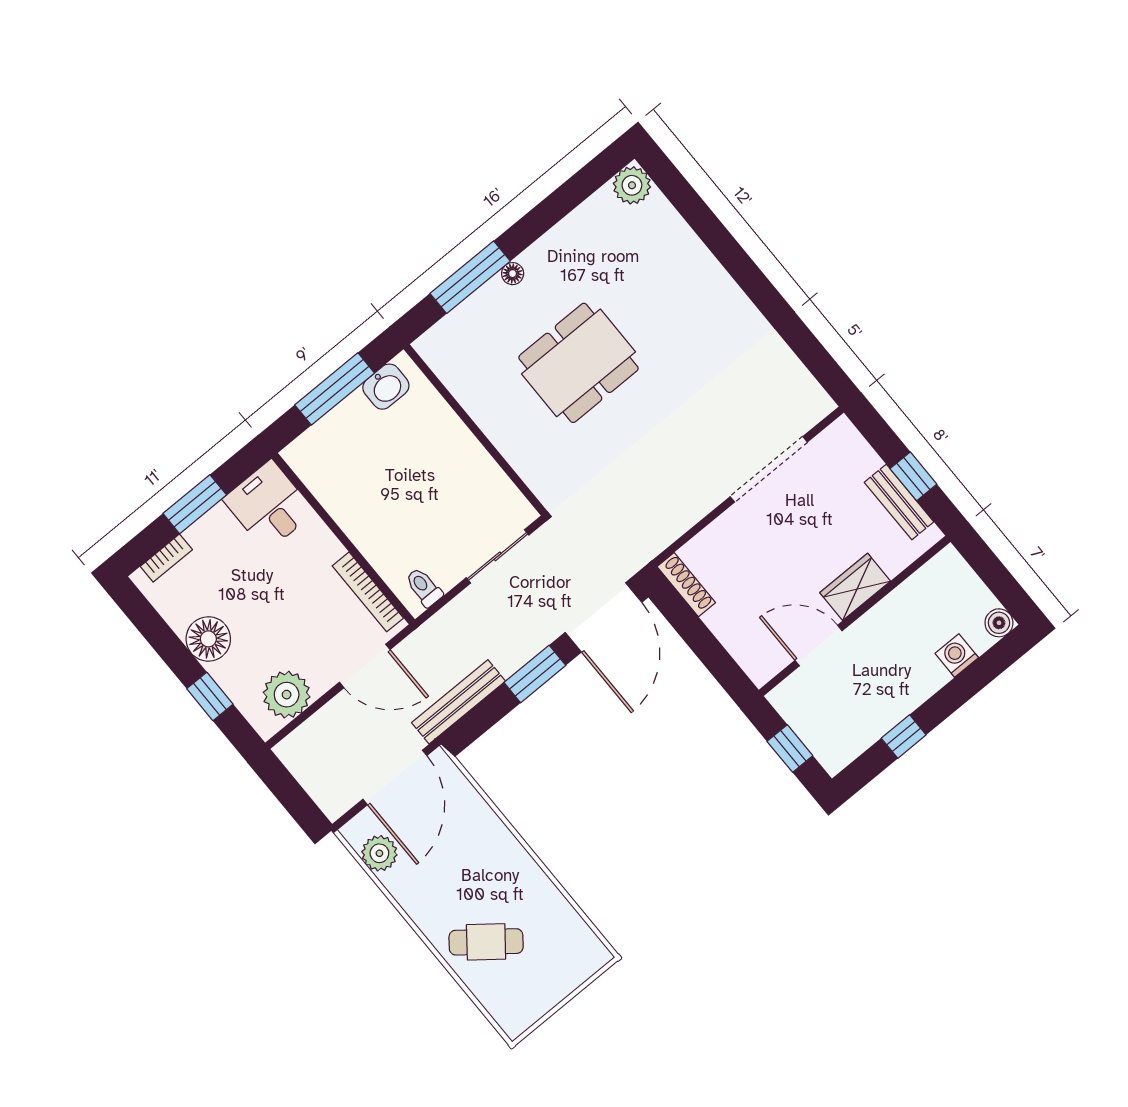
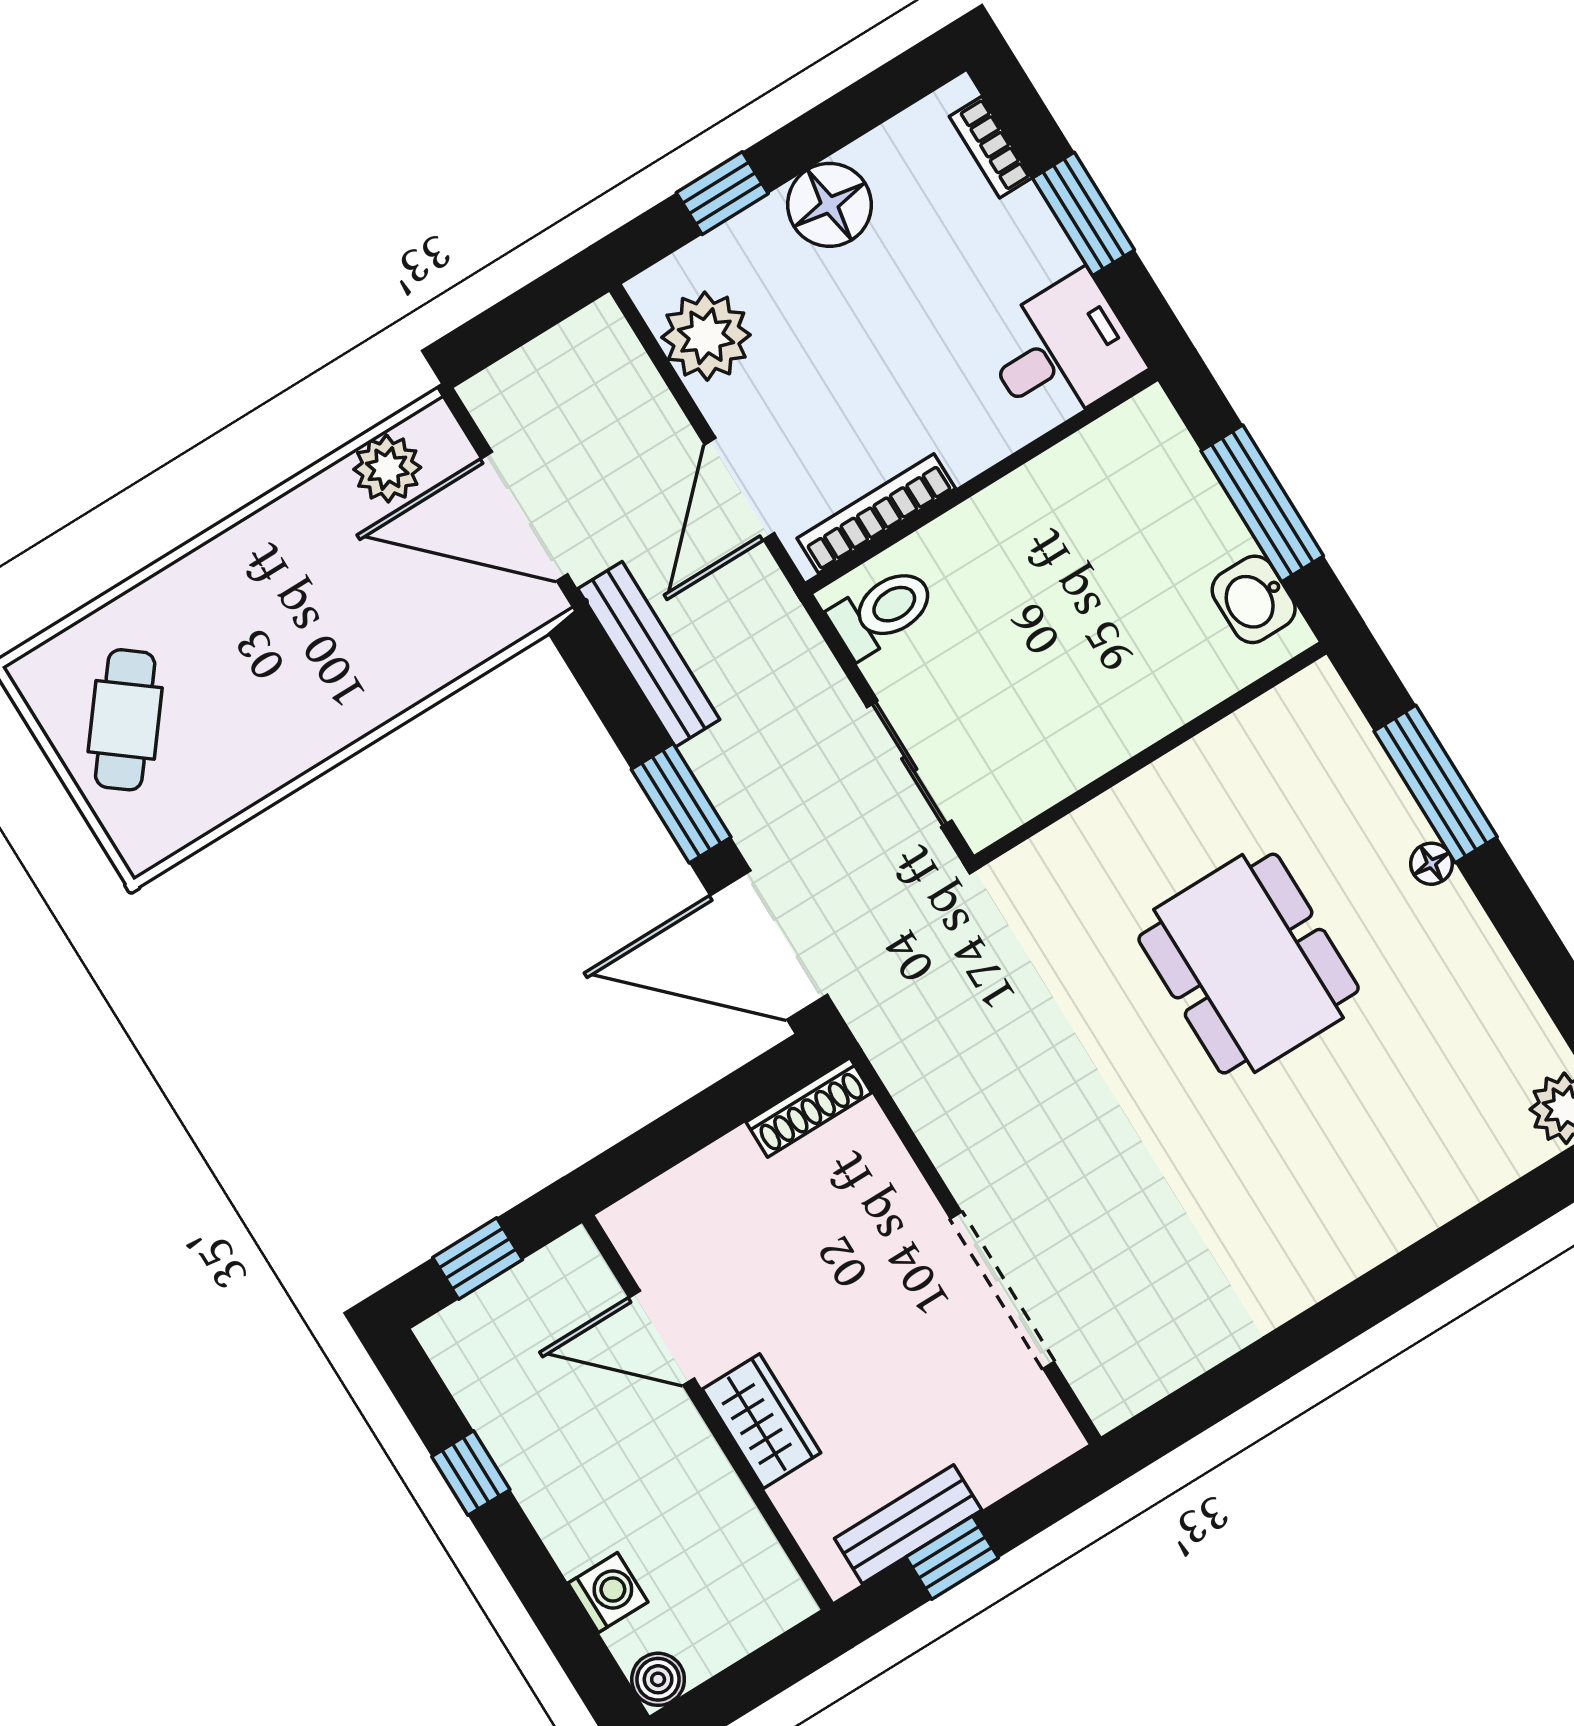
toilet: (424, 587) -> (882, 611), width x1.37, depth x1.39
door: (819, 646) -> (662, 1338), swing flipped
cafe table: (486, 942) -> (125, 720), moved

